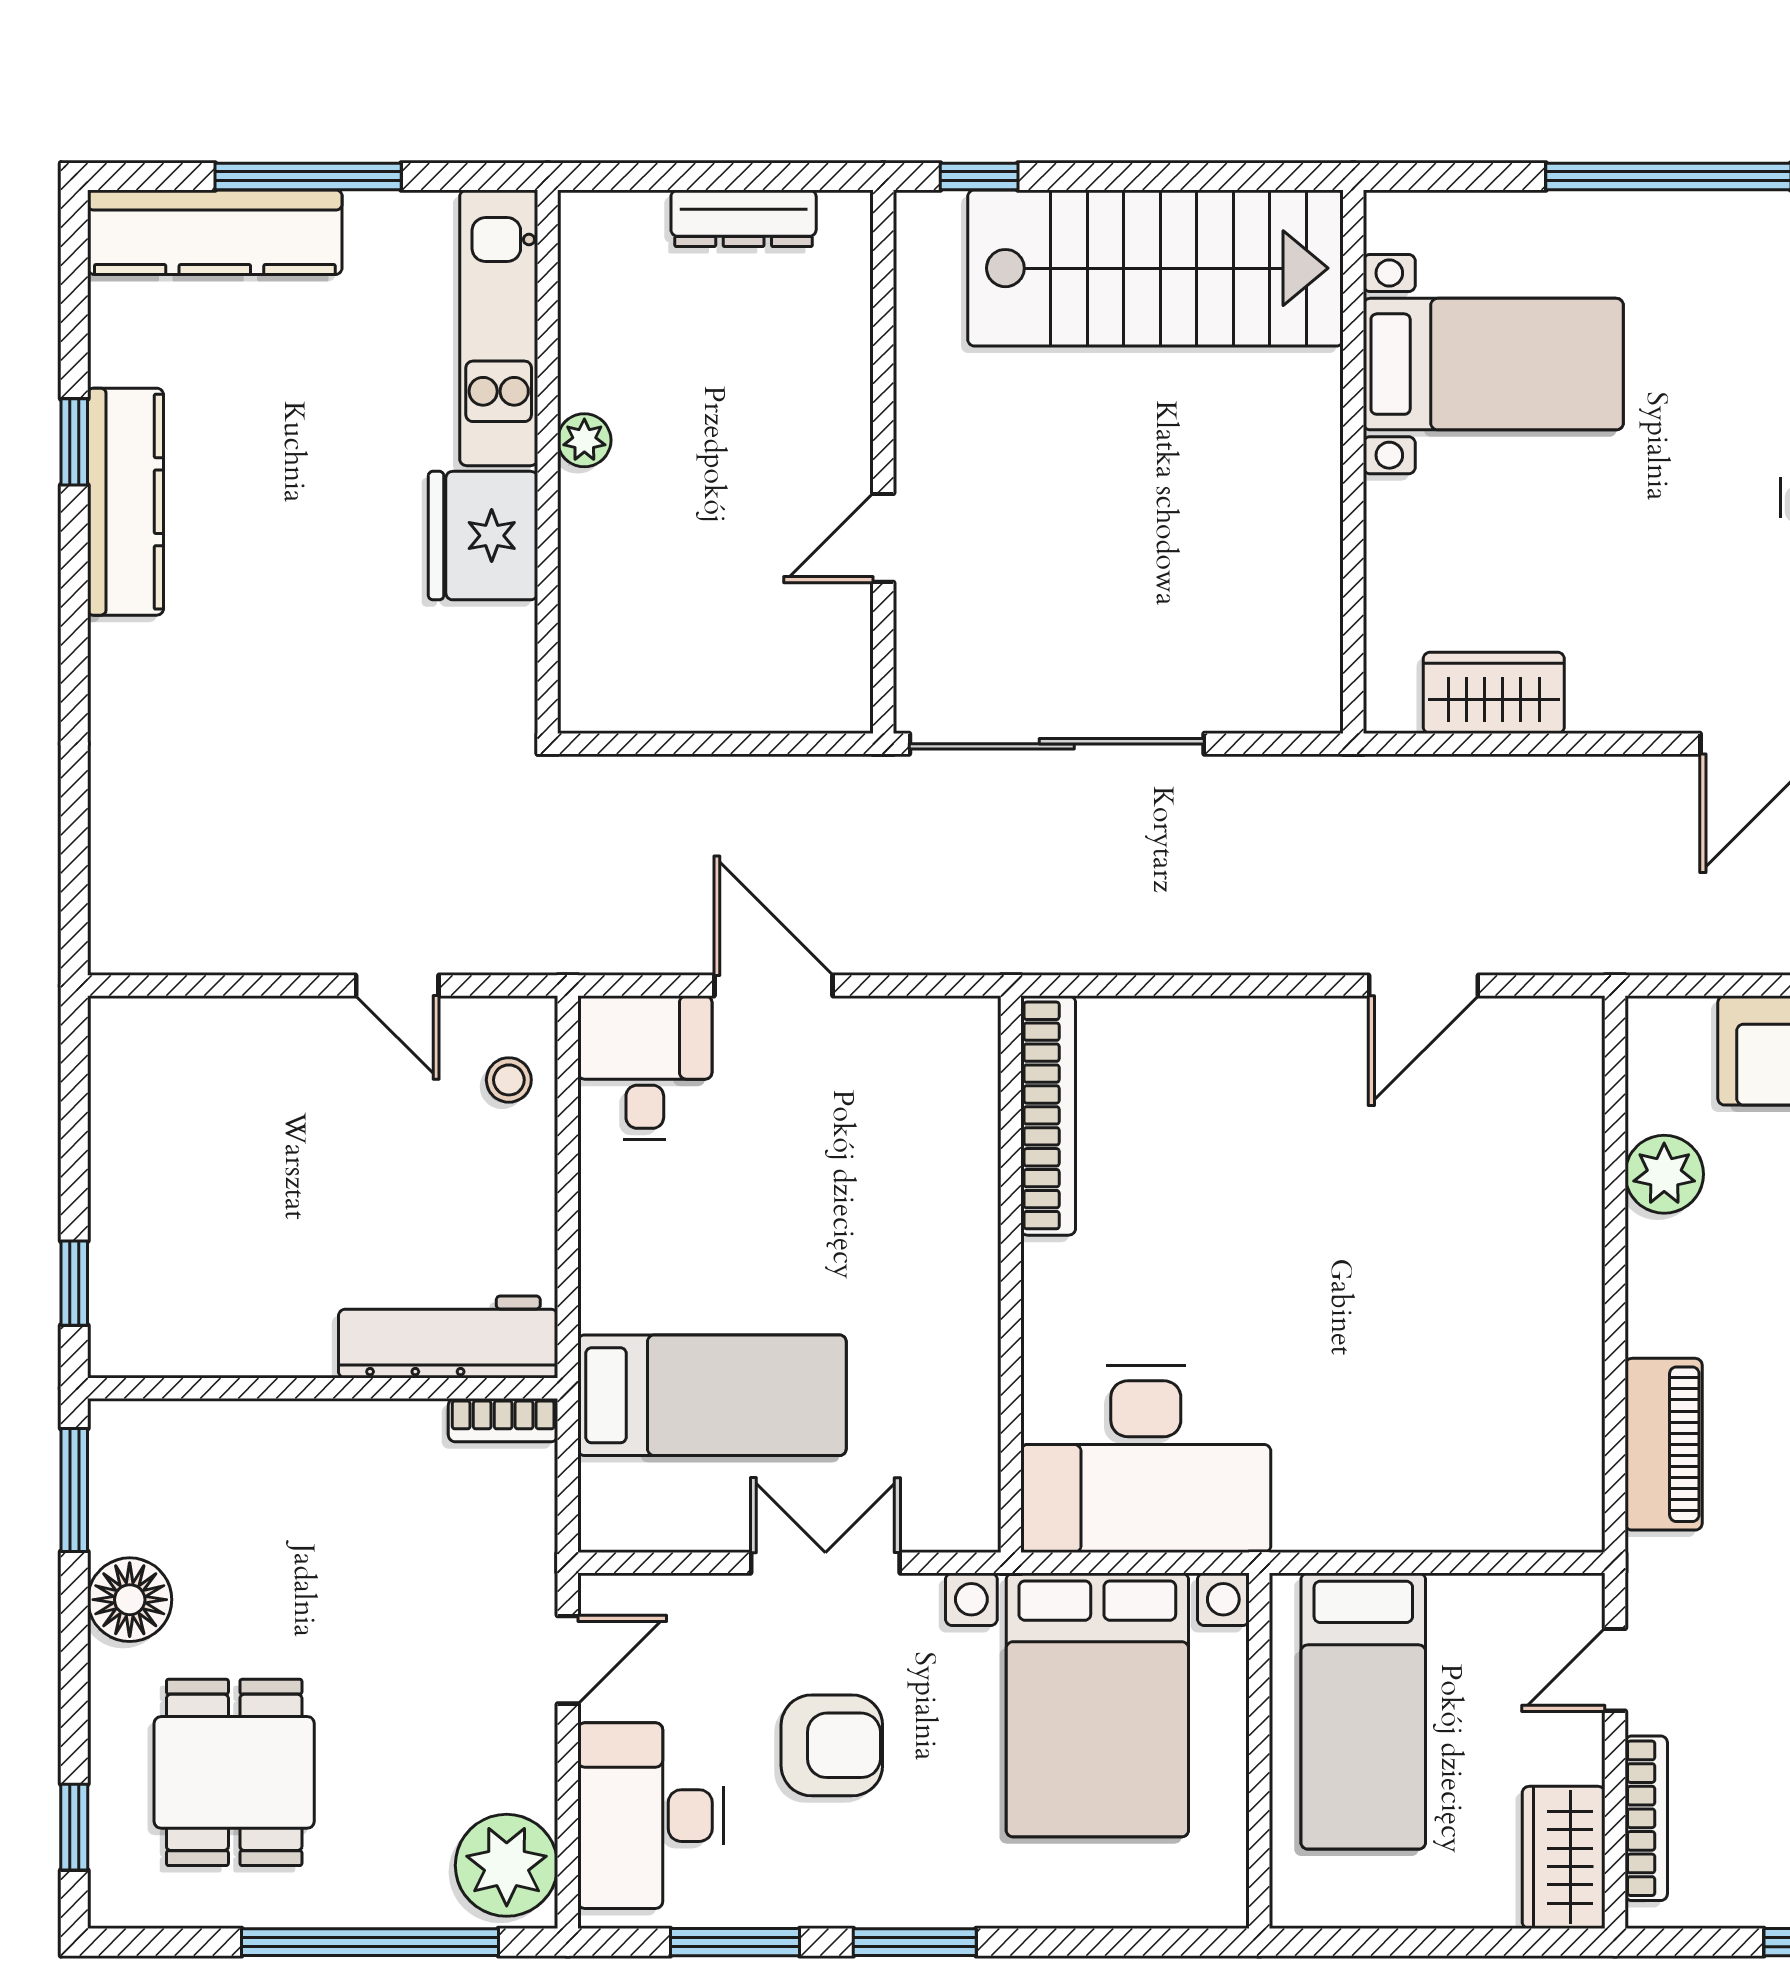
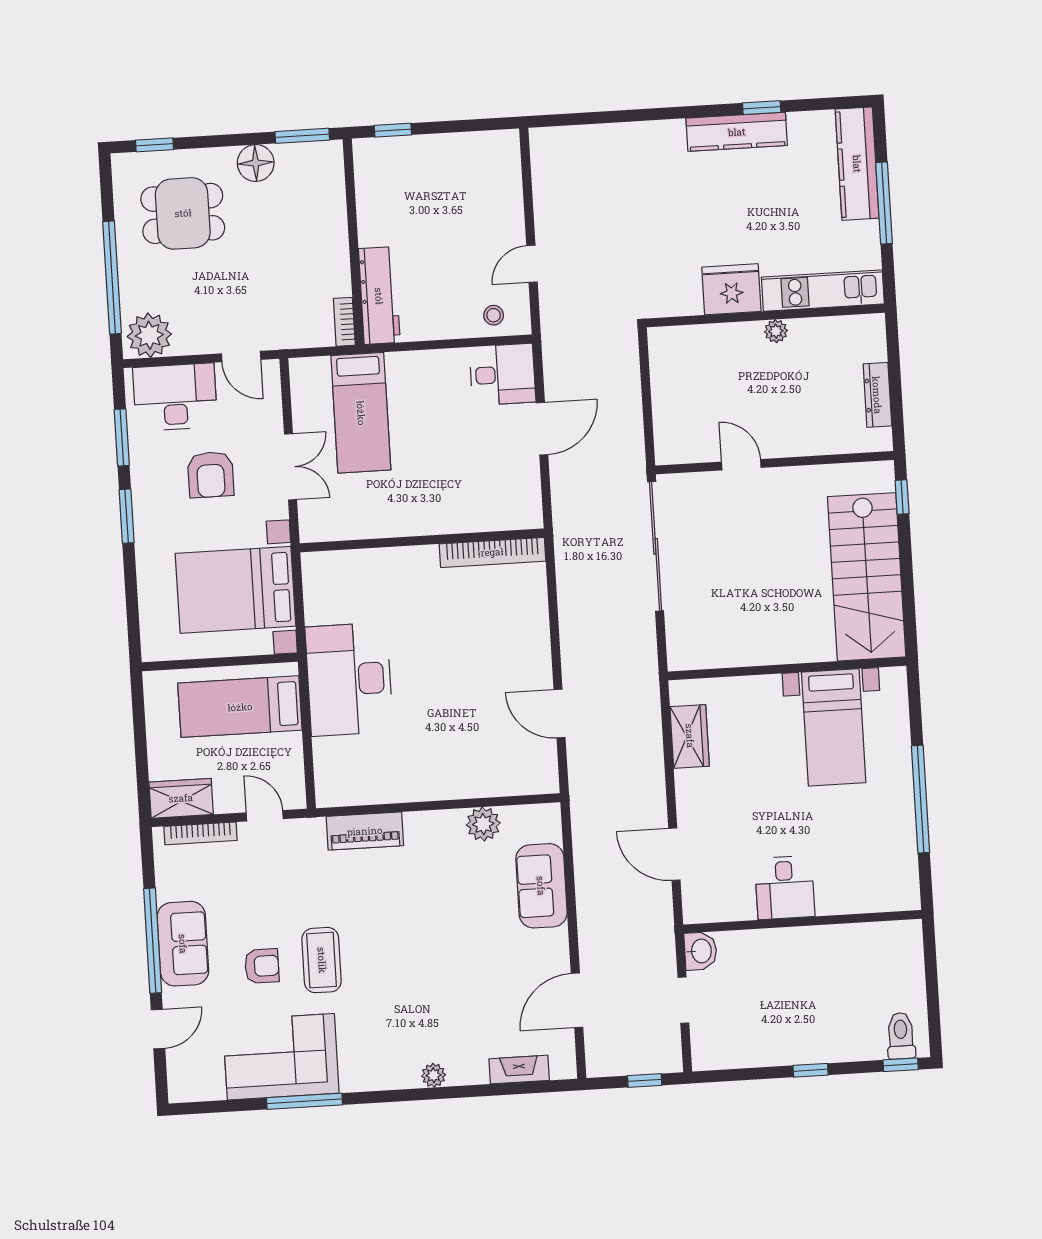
desk: (1146, 1459) -> (349, 679), moved

